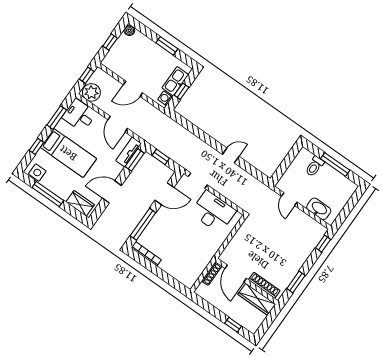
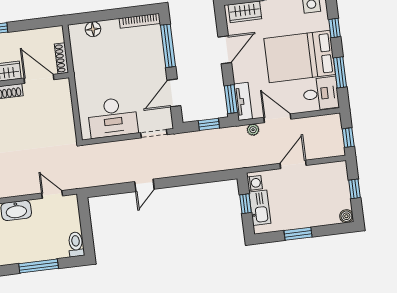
plant: (91, 92) -> (253, 130), moved, width x0.53, depth x0.53
bed: (68, 153) -> (300, 56), width x1.50
toilet: (315, 166) -> (76, 244), moved
floor lamp: (178, 274) -> (93, 29), added

